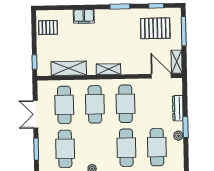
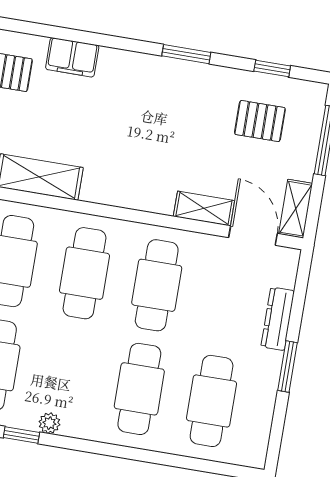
filing cabinet: (84, 16) -> (72, 57), moved
pallet: (155, 28) -> (260, 121), width x0.67, depth x0.71
shelving: (108, 69) -> (204, 208), moved
plant: (178, 136) -> (267, 384), removed

